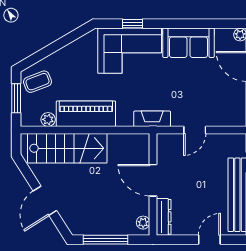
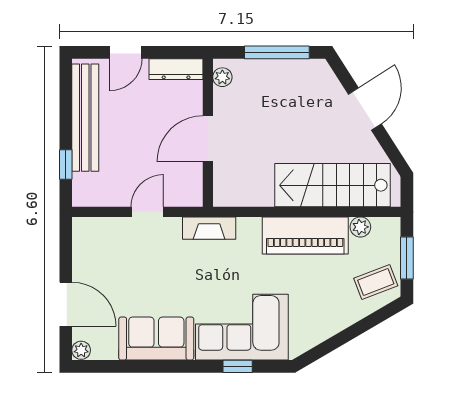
door: (153, 180) -> (208, 139), swing flipped
dresser: (164, 217) -> (176, 69), moved, turned -90

